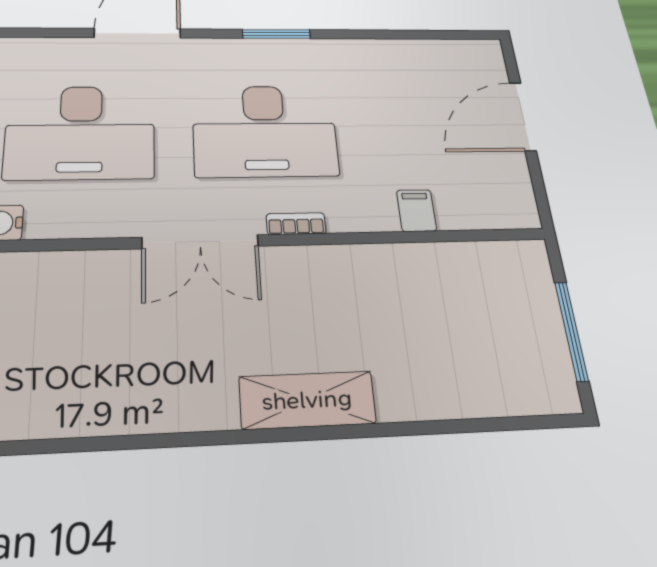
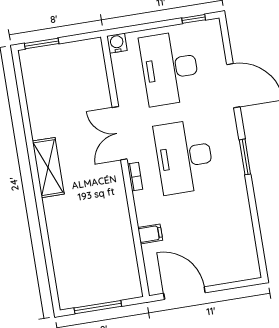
door: (523, 116) -> (184, 293), moved
shelving: (307, 400) -> (48, 168), moved

